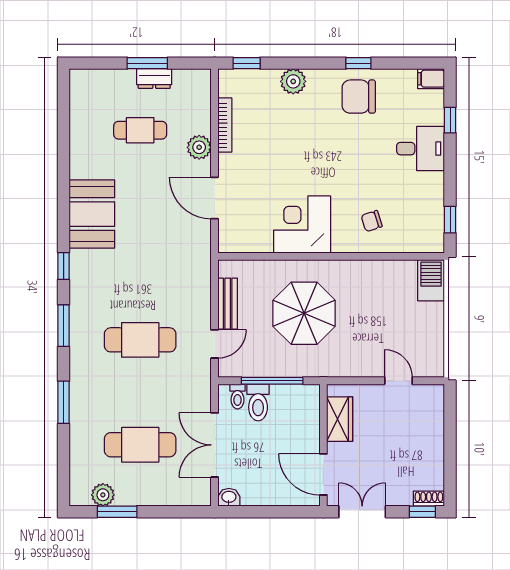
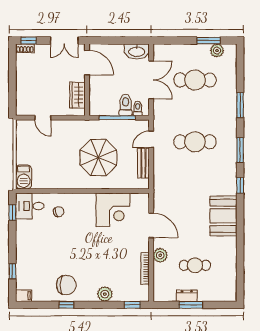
desk: (421, 149) -> (30, 206), moved
corner desk: (302, 224) -> (113, 210), moved
washbasin: (229, 497) -> (137, 51), width x1.91, depth x1.45

